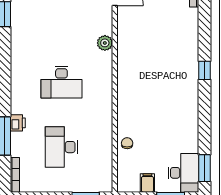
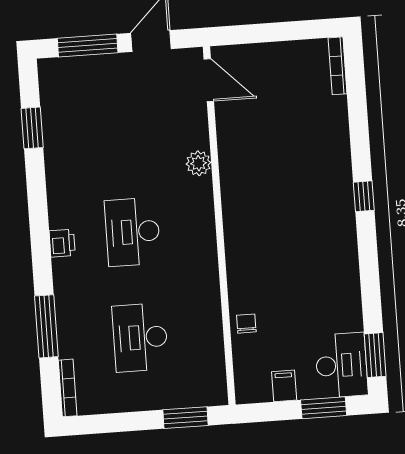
desk: (61, 82) -> (133, 232), turned 90
printer: (18, 123) -> (62, 243), moved

